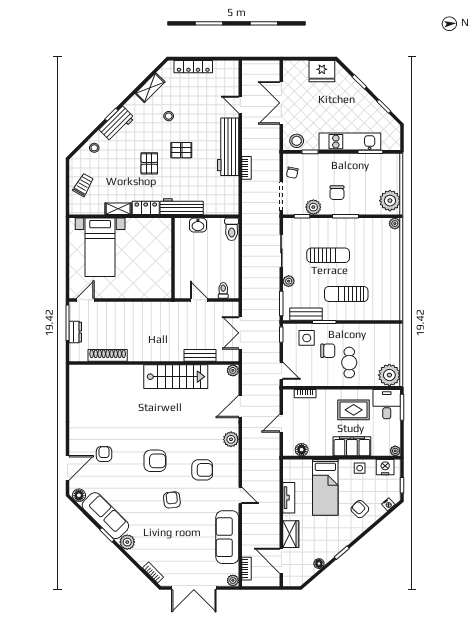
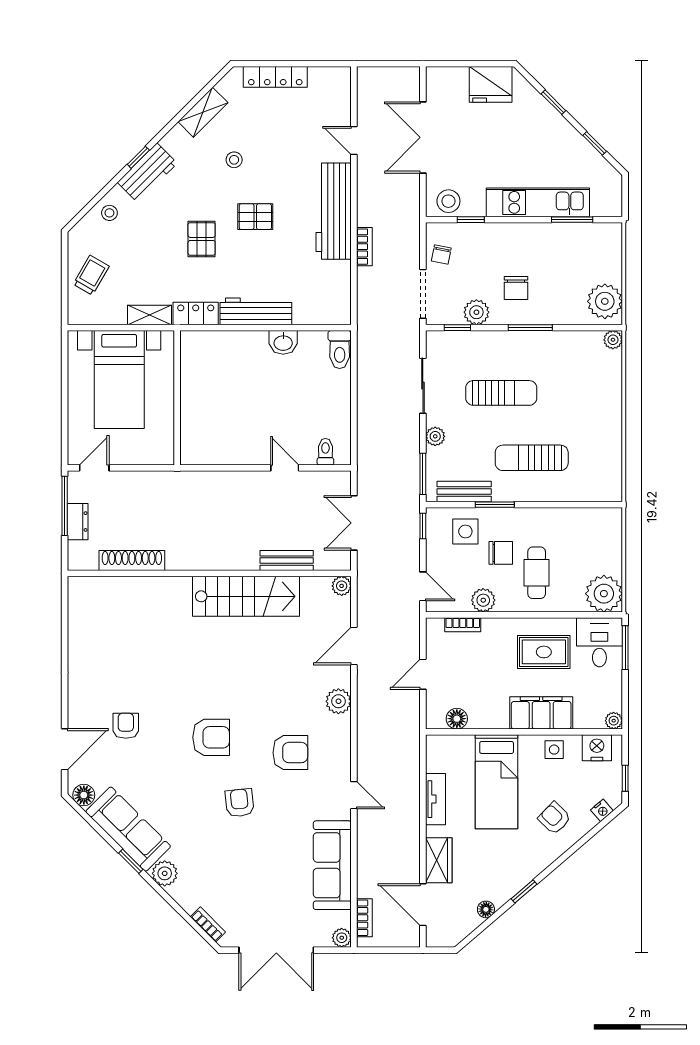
wall: (173, 258) -> (177, 398), moved
plant: (317, 379) -> (483, 600), added

